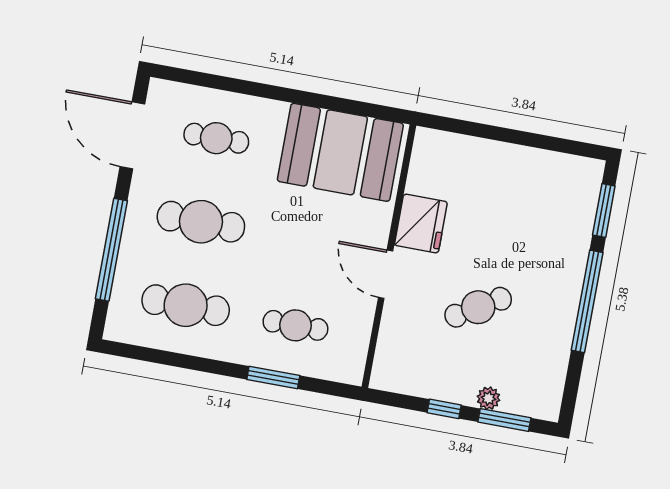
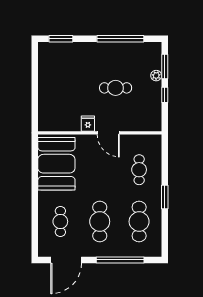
fridge: (421, 224) -> (88, 124), width x0.53, depth x0.75
door: (386, 274) -> (108, 133), hinge flipped
window: (587, 301) -> (120, 39), moved
cafe table: (478, 307) -> (116, 88), turned -59
window: (273, 378) -> (165, 197), moved

